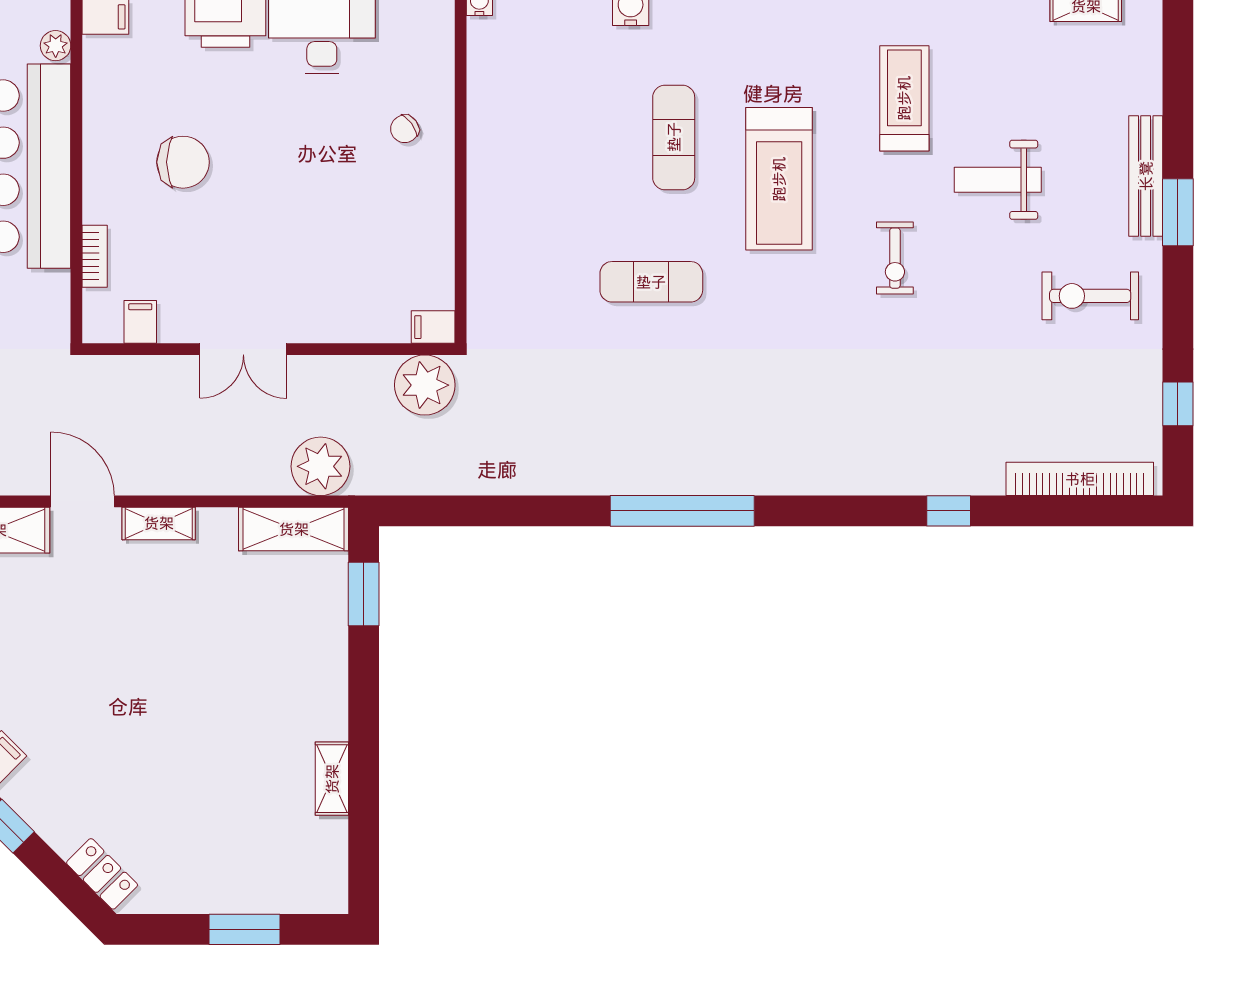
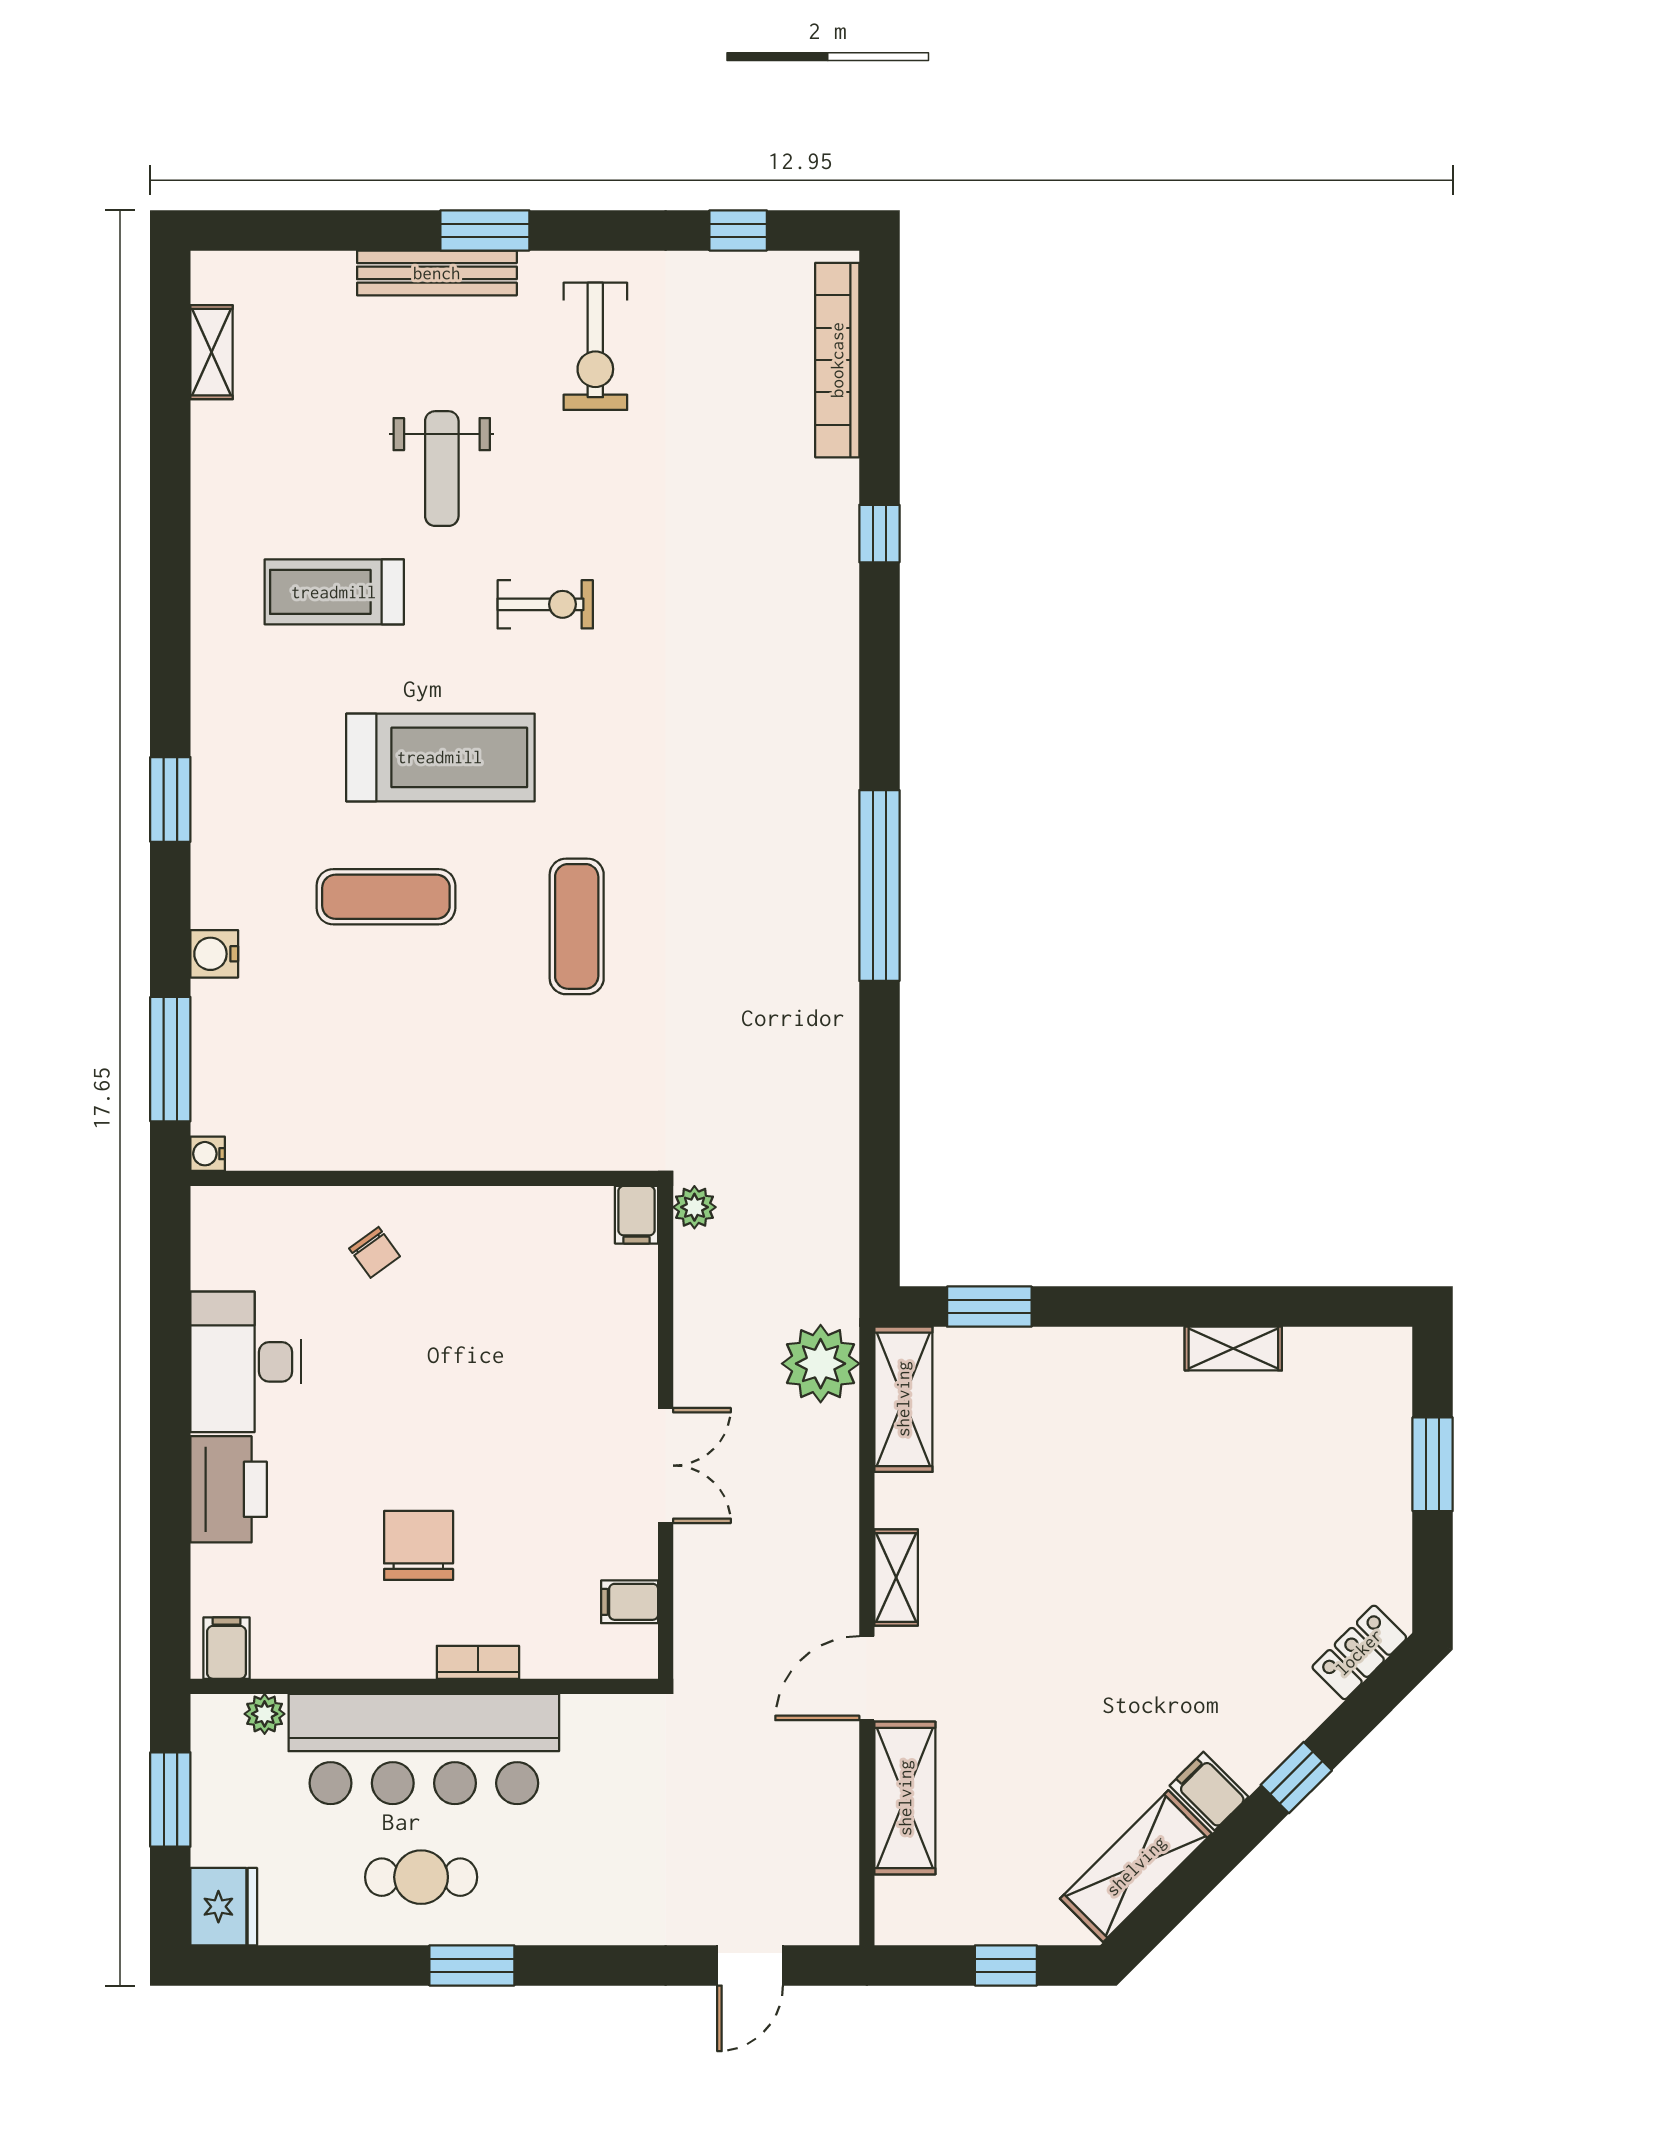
bookcase: (95, 256) -> (478, 1662), moved
plant: (425, 385) -> (694, 1207), width x0.53, depth x0.53

